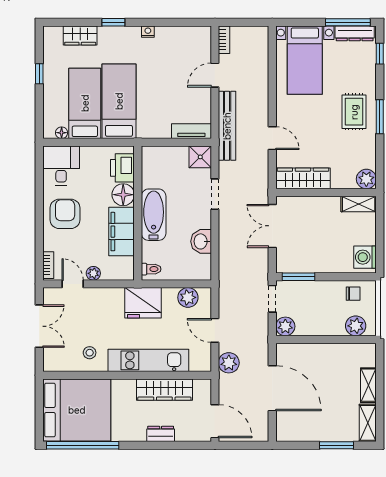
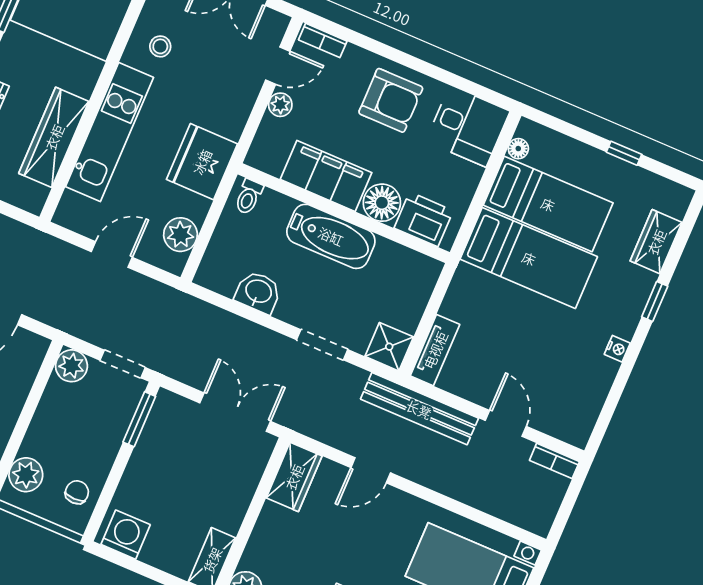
wardrobe: (303, 178) -> (294, 477), width x0.67
chair: (353, 294) -> (77, 492), turned 180
plant: (229, 363) -> (53, 254), removed

